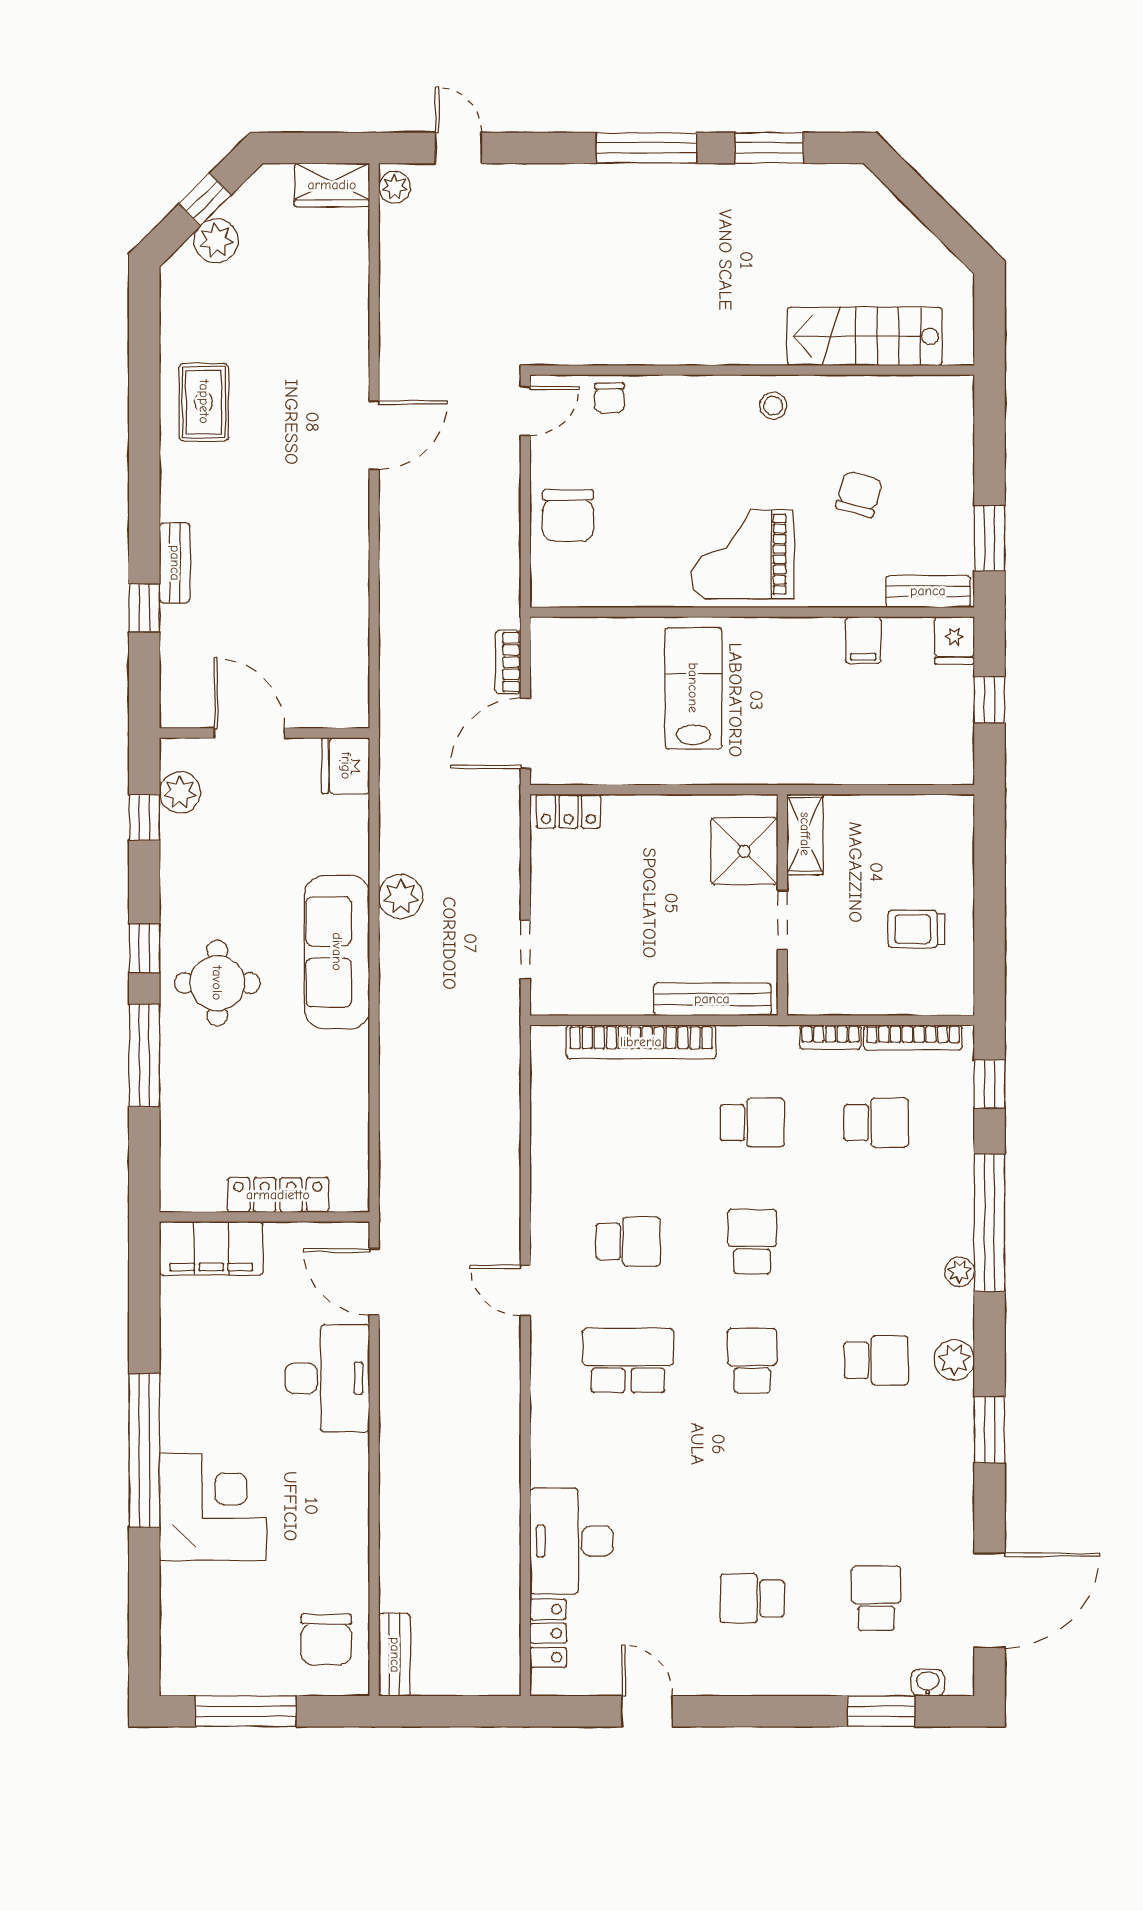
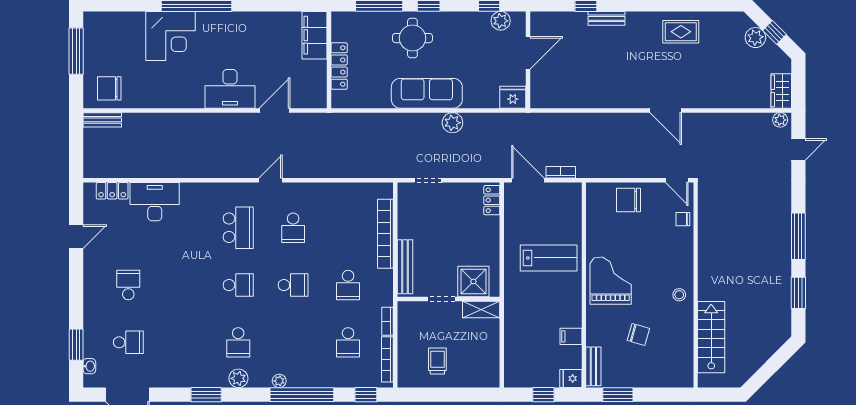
locker: (278, 1195) -> (339, 66), moved
wall: (265, 1217) -> (329, 60), moved
filing cabinet: (211, 1248) -> (314, 35), moved

